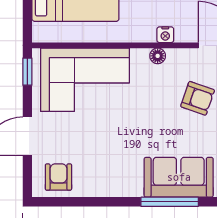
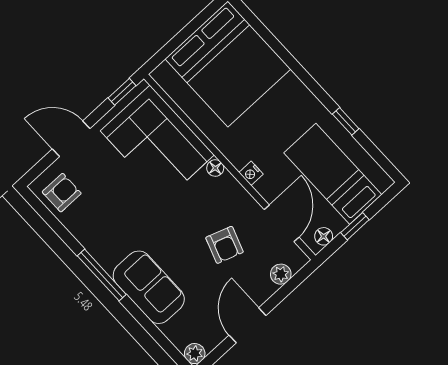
floor lamp: (158, 56) -> (215, 168), moved
window: (170, 202) -> (102, 275), moved

